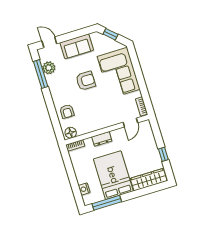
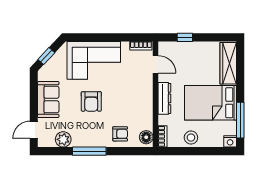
window: (41, 74) -> (89, 151), moved
armchair: (86, 81) -> (91, 101), turned 180
dresser: (102, 139) -> (164, 98), width x1.44
window: (163, 154) -> (185, 37), moved
stool: (81, 168) -> (191, 138), added
nightstand: (84, 189) -> (230, 141), moved

